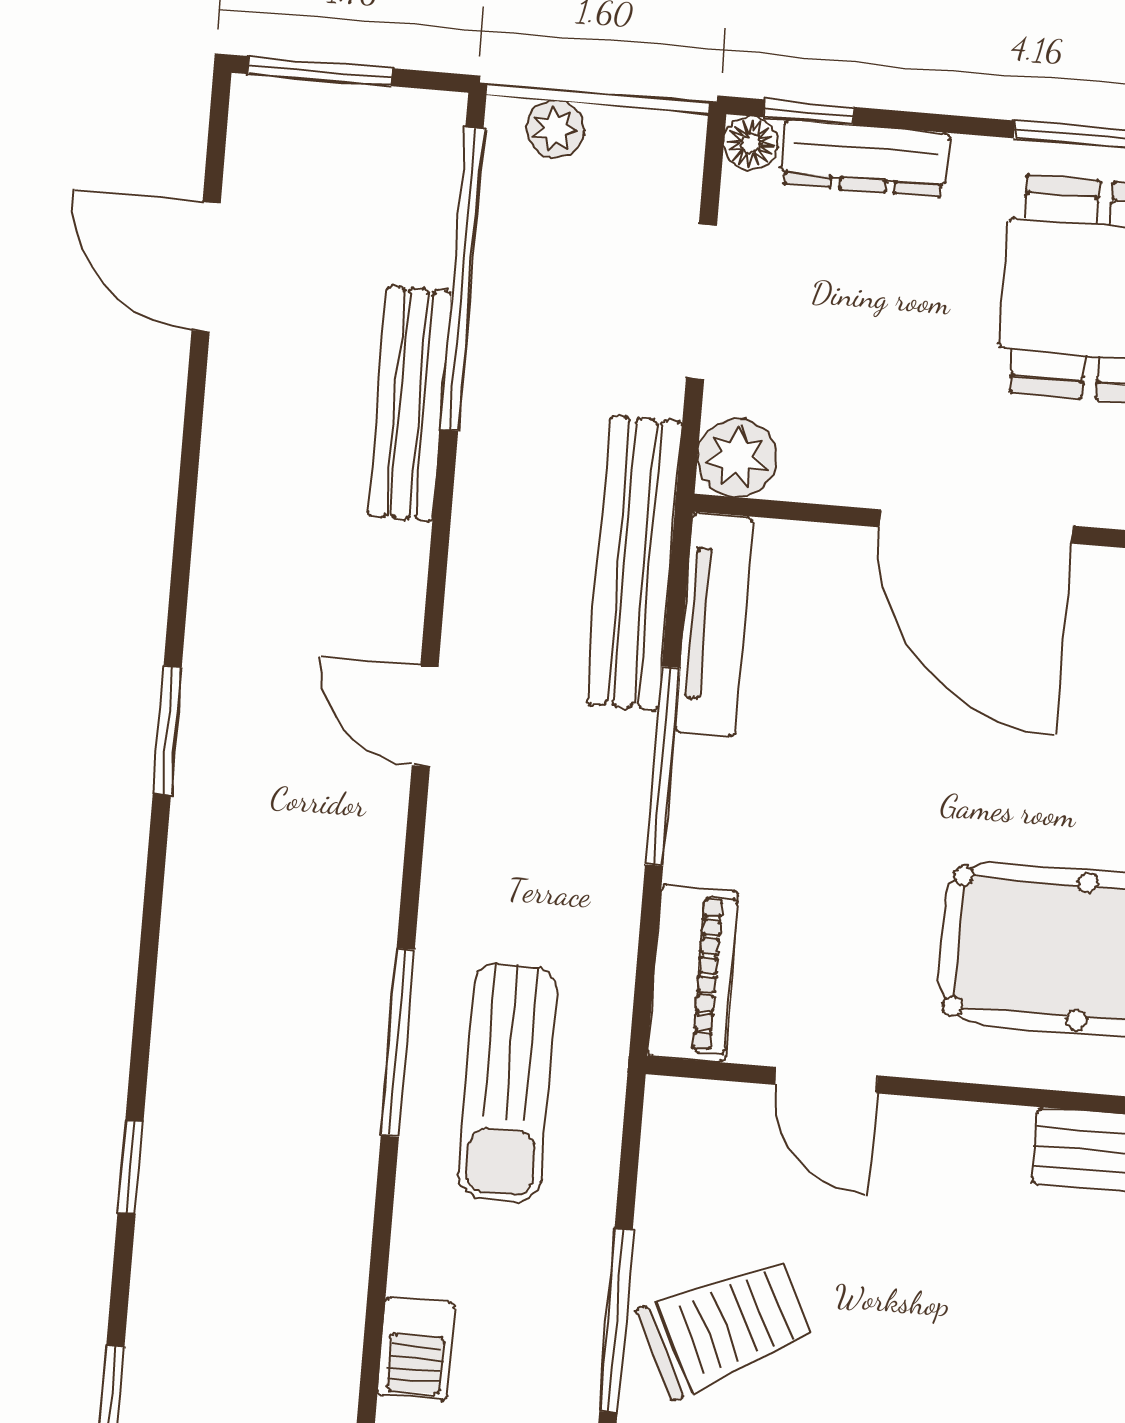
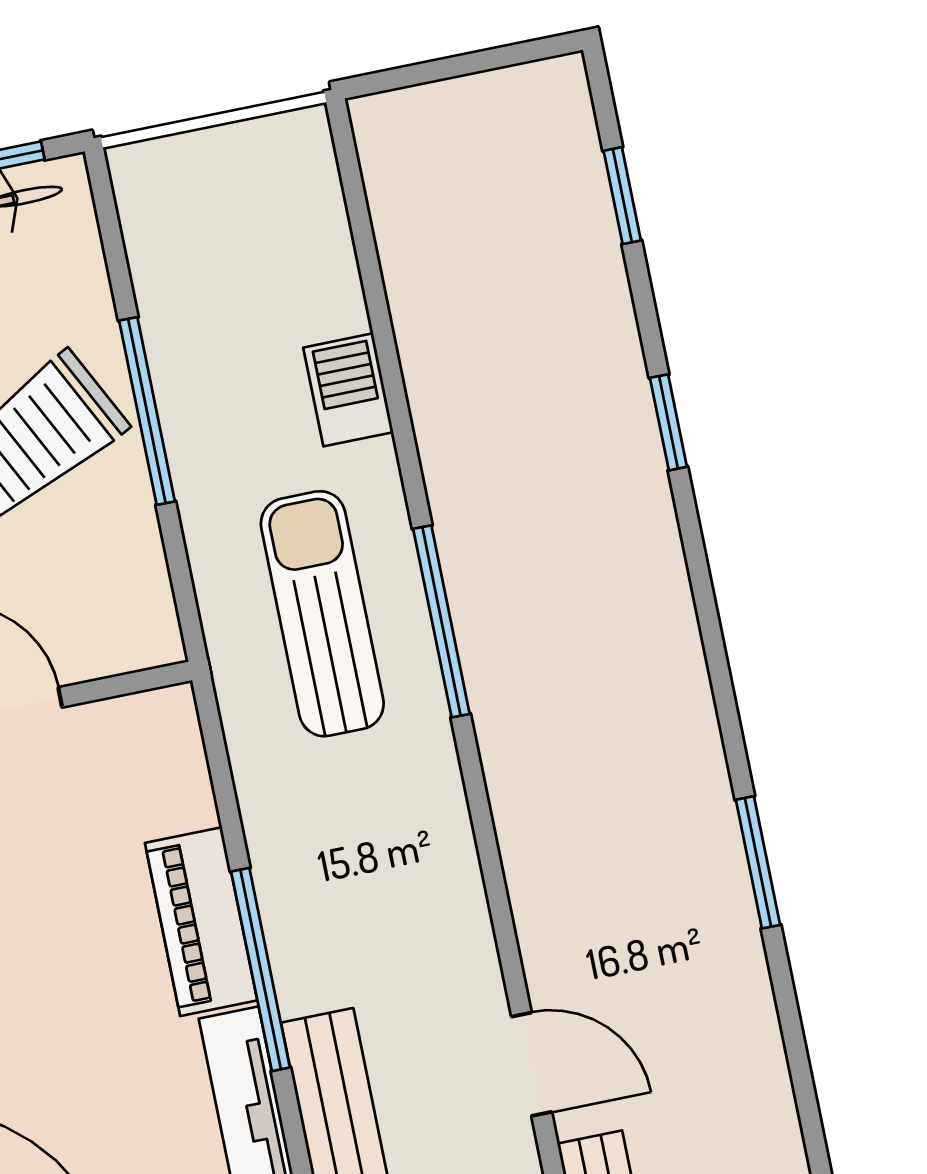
door: (425, 716) -> (532, 1064), moved
piano: (693, 973) -> (201, 922), moved
barbecue: (416, 1349) -> (348, 390), moved

